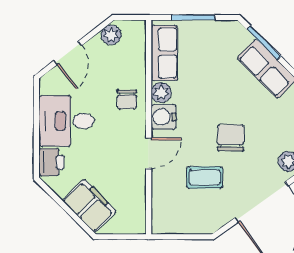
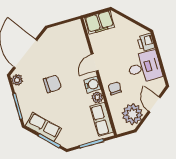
plant: (111, 35) -> (132, 114), width x1.88, depth x1.88
chair: (231, 138) -> (52, 84), turned -92
coffee table: (205, 177) -> (60, 58), removed
filing cabinet: (89, 206) -> (100, 22), moved, turned -45

